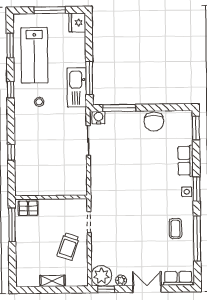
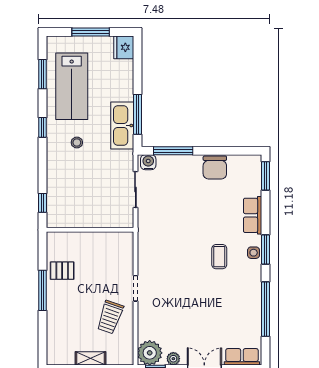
wall: (51, 197) -> (90, 230), moved
coffee table: (175, 228) -> (219, 257), moved

